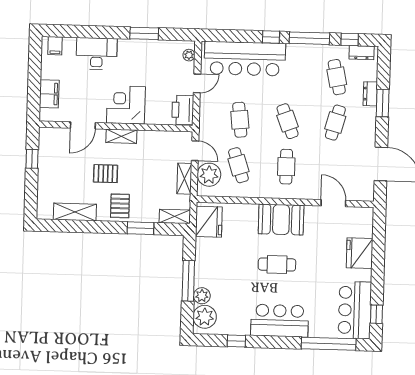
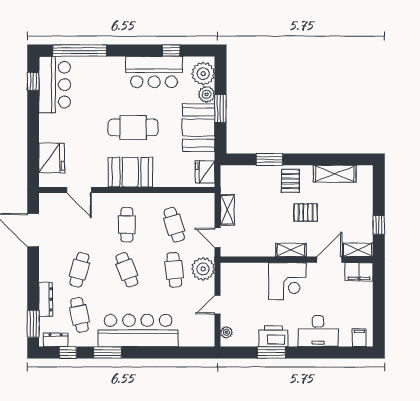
window: (271, 37) -> (146, 353), removed
window: (309, 38) -> (108, 353), width x0.69
bar counter: (245, 59) -> (138, 330), moved
filing cabinet: (49, 94) -> (359, 272), moved, turned -90
dresser: (370, 94) -> (46, 299), width x1.44
window: (383, 103) -> (33, 324), moved
printer: (183, 110) -> (273, 336), moved, turned -90
plant: (209, 175) -> (203, 269), moved
shelving: (175, 216) -> (358, 250), moved
fridge: (209, 222) -> (205, 172), width x0.73, depth x0.75
fridge: (360, 253) -> (52, 158), moved
booth: (211, 262) -> (199, 128), added
cafe table: (277, 264) -> (133, 128), width x1.37, depth x1.35
window: (188, 281) -> (220, 109), width x0.69
bar counter: (280, 321) -> (154, 72), moved

